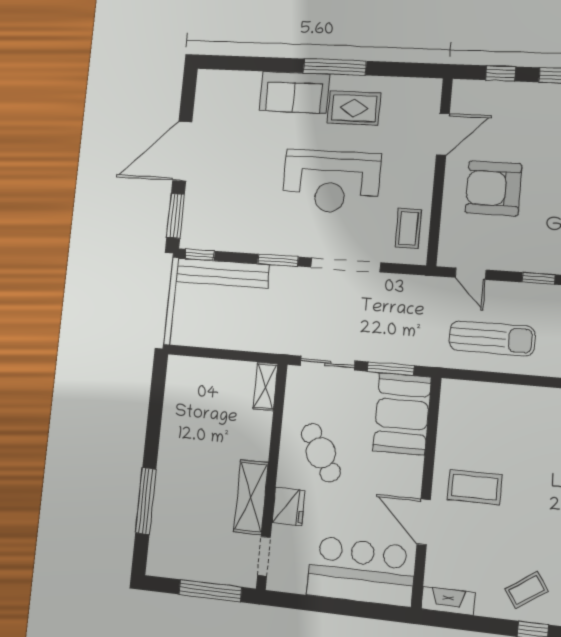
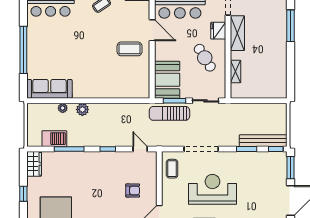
armchair: (493, 188) -> (133, 190), width x0.53, depth x0.53
window: (278, 260) -> (247, 149), moved
sun lounger: (492, 338) -> (169, 113), moved
shelving: (265, 386) -> (235, 72), moved

